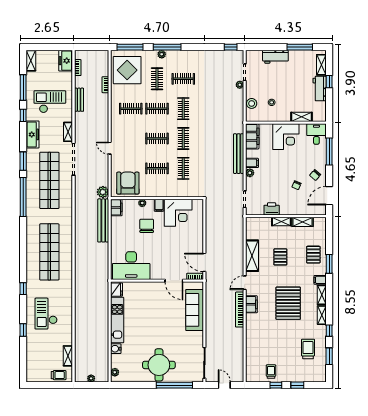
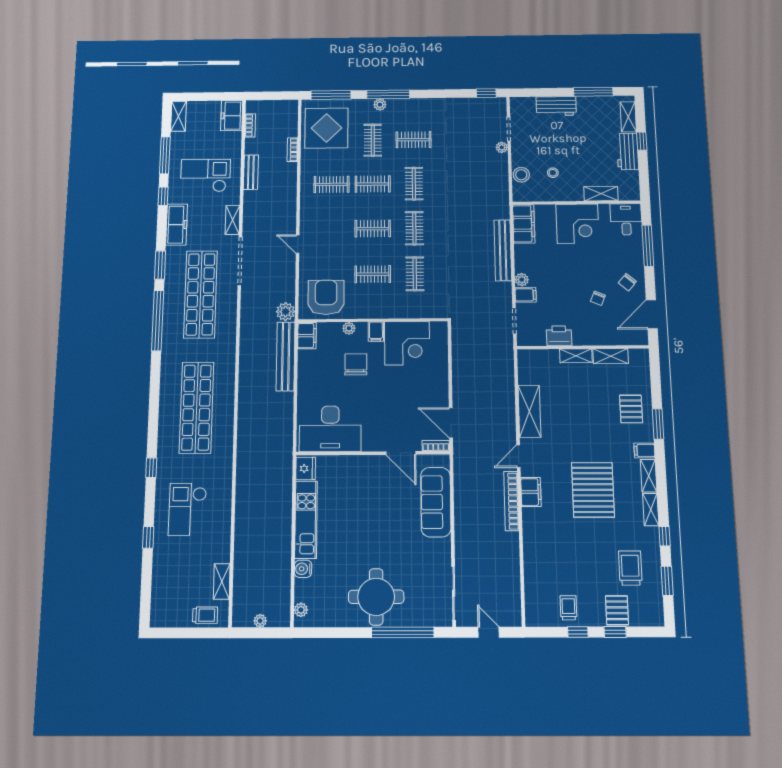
filing cabinet: (252, 163) -> (526, 295), moved
pallet: (280, 257) -> (617, 610), moved

